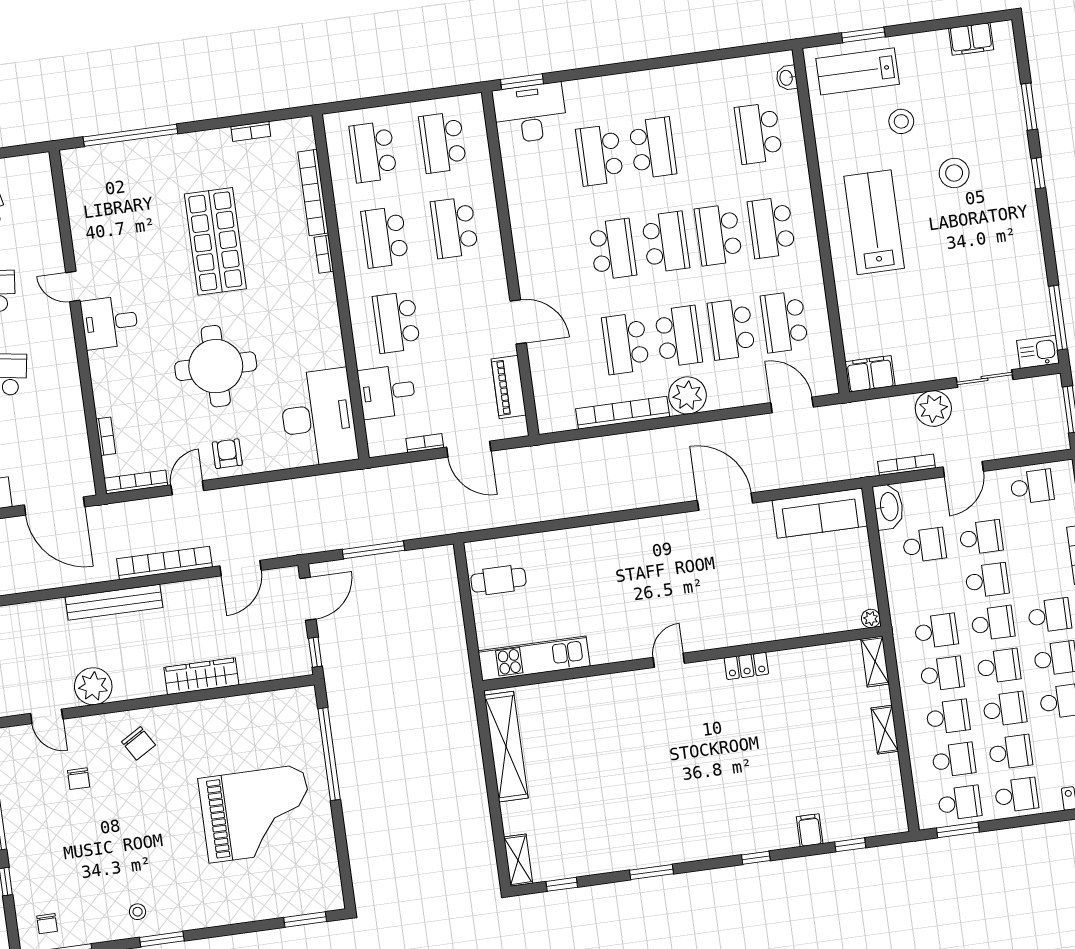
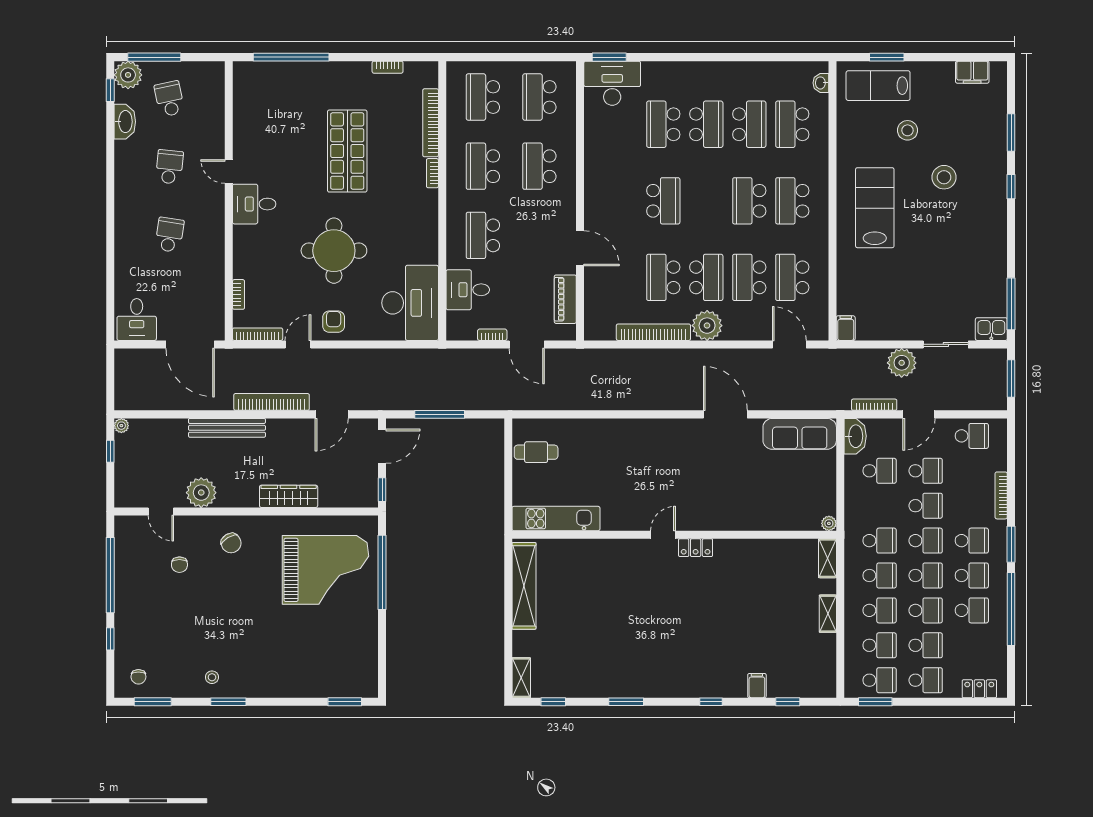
school desk: (666, 242) -> (749, 124), moved
filing cabinet: (870, 374) -> (846, 328), width x0.50
locker: (746, 666) -> (696, 548), moved
grand piano: (256, 814) -> (326, 570), moved

